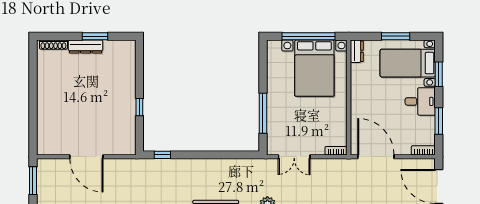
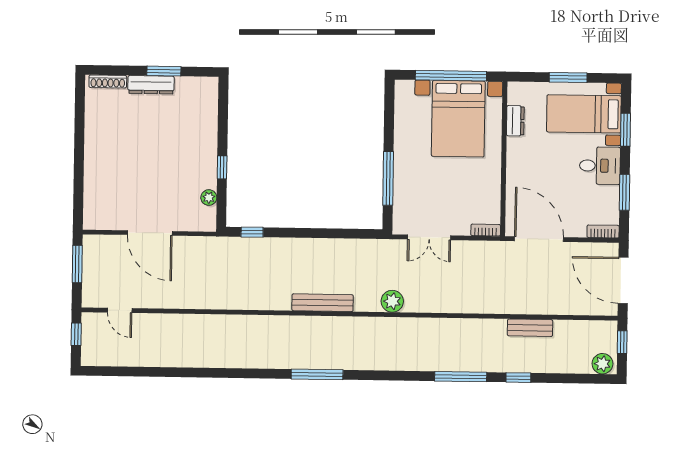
dresser: (357, 51) -> (515, 121), moved
plant: (130, 130) -> (209, 198), added

